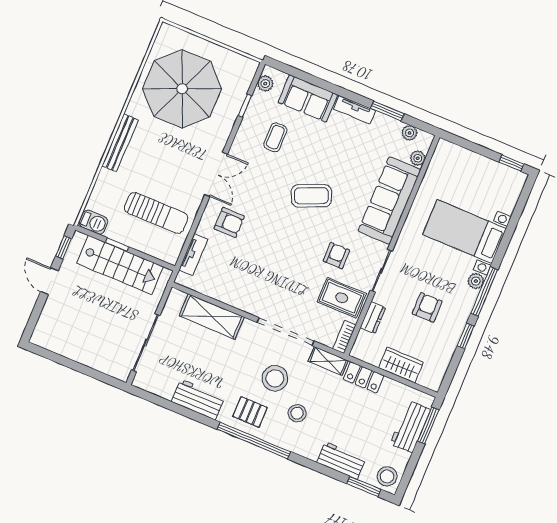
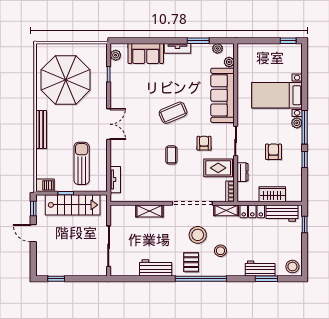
coffee table: (275, 137) -> (171, 155), moved
sun lounger: (156, 213) -> (82, 163), turned -90
armchair: (229, 222) -> (129, 150), removed
shelving: (212, 316) -> (149, 211), width x0.67, depth x0.75
window: (55, 357) -> (56, 279), added
pallet: (250, 412) -> (191, 262), turned 90
window: (428, 425) -> (305, 224), width x0.67
workbench: (410, 427) -> (282, 213), moved, turned -90
window: (364, 486) -> (266, 279), moved

